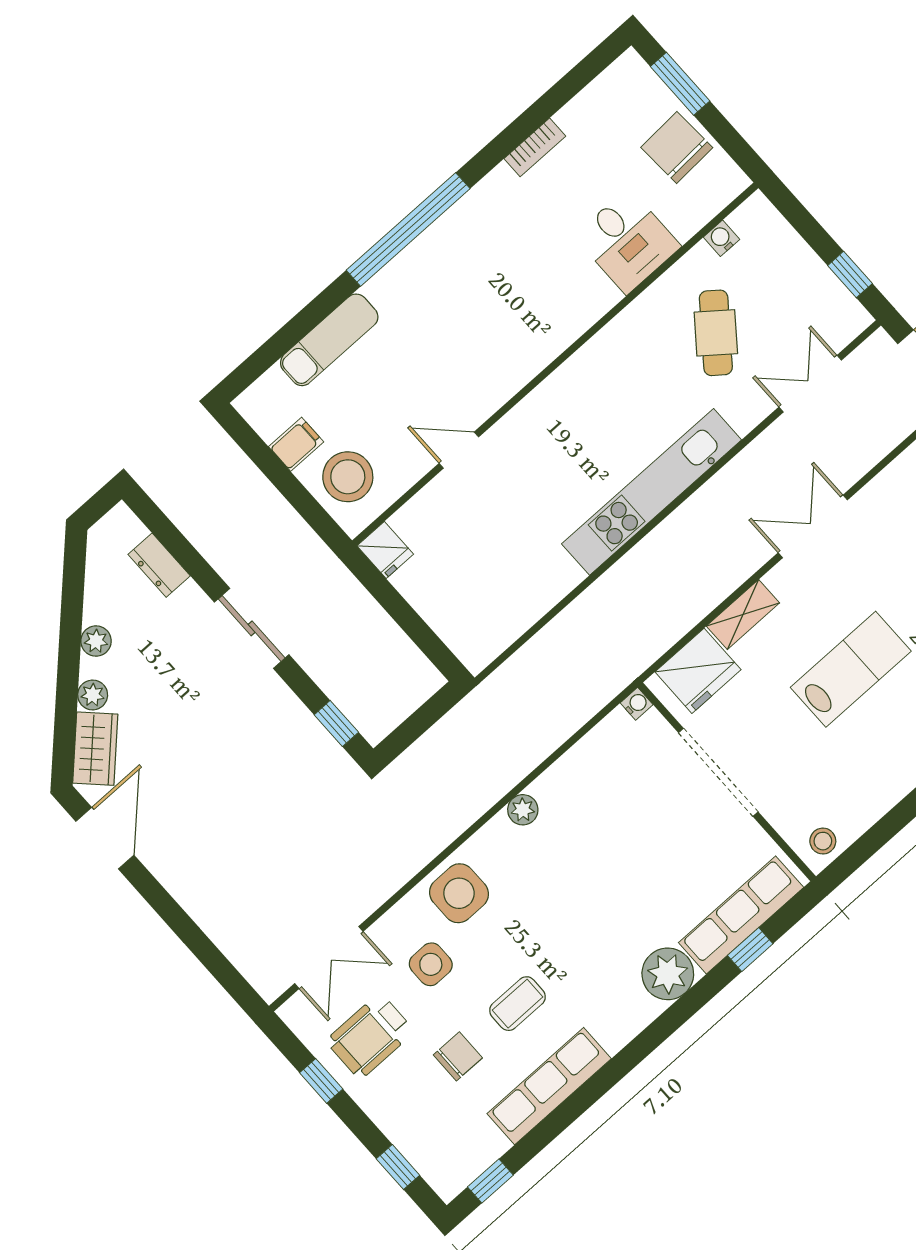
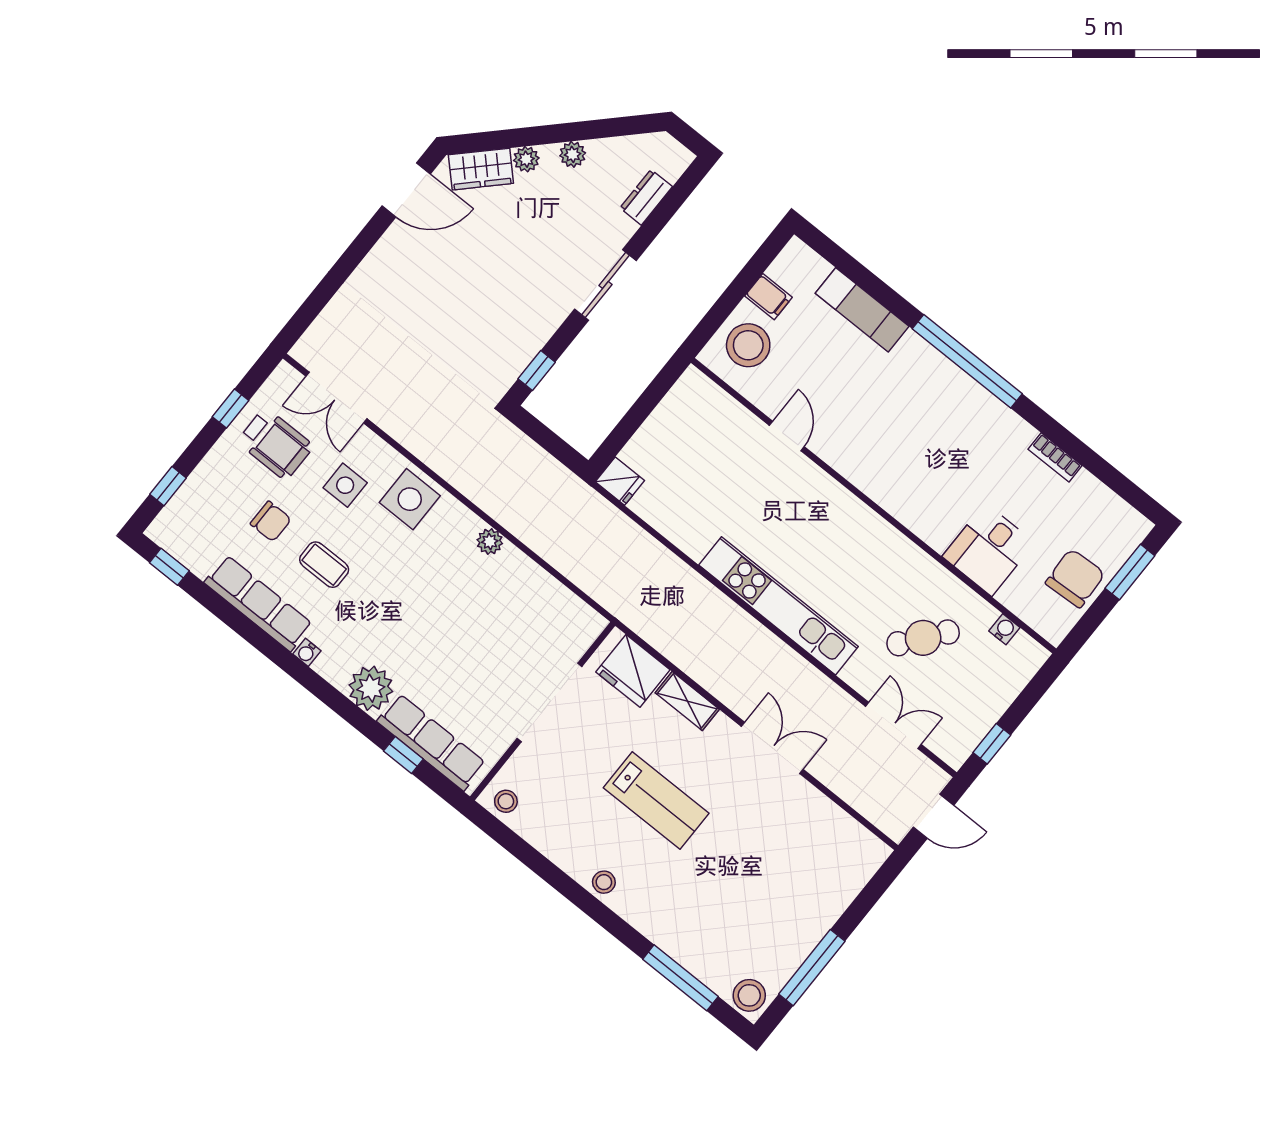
fridge: (385, 550) -> (620, 481), moved, turned -90
water cooler: (637, 704) -> (307, 652), moved, turned 90
wheelchair: (370, 1036) -> (275, 444), turned 180

